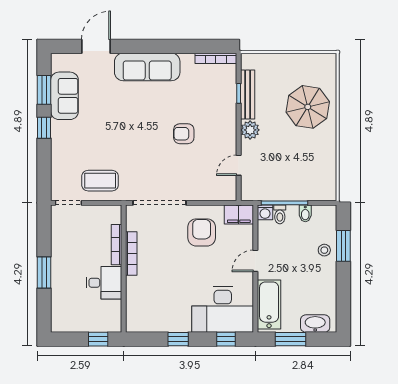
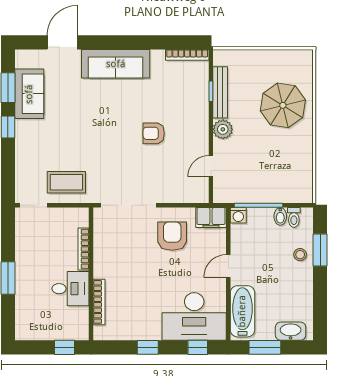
toilet: (280, 214) -> (294, 217), moved
bookcase: (131, 254) -> (99, 302), moved

